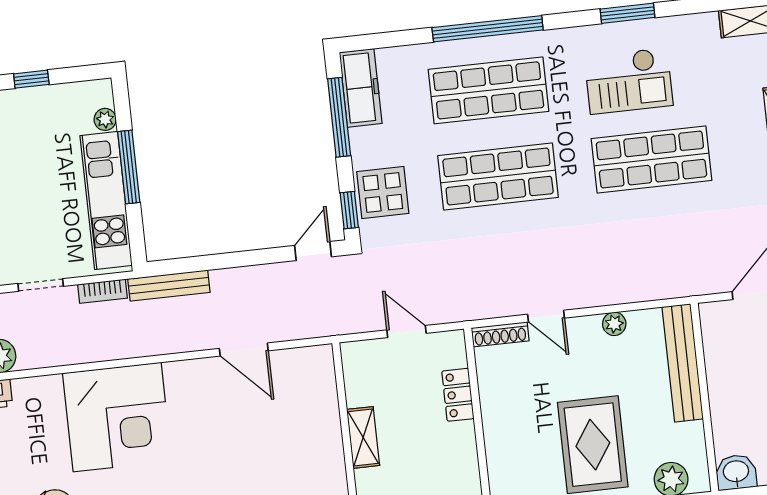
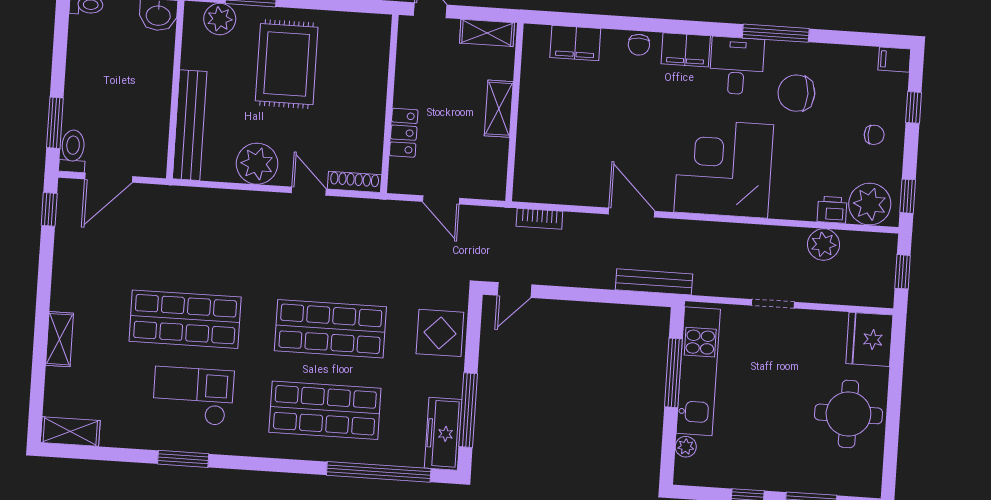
window: (488, 29) -> (379, 472), moved
window: (129, 167) -> (673, 373), moved
window: (349, 210) -> (474, 322), removed
bookcase: (103, 291) -> (539, 219), moved, turned 180
plant: (614, 324) -> (257, 164), width x1.88, depth x1.88
door: (244, 350) -> (632, 213), moved

